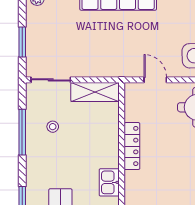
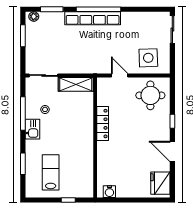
window: (22, 42) -> (23, 36), moved
kitchen sink: (109, 182) -> (32, 129), moved, turned 180

